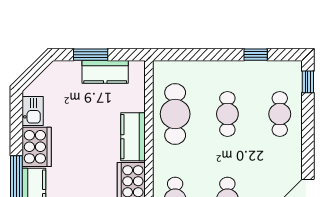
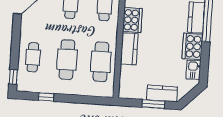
kitchen counter: (105, 72) -> (162, 93), moved
cafe table: (227, 114) -> (67, 60), width x1.37, depth x1.35

